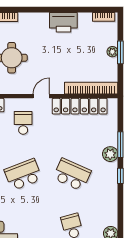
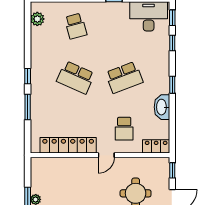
bookcase: (91, 88) -> (57, 163), removed
plant: (110, 154) -> (38, 98), removed

